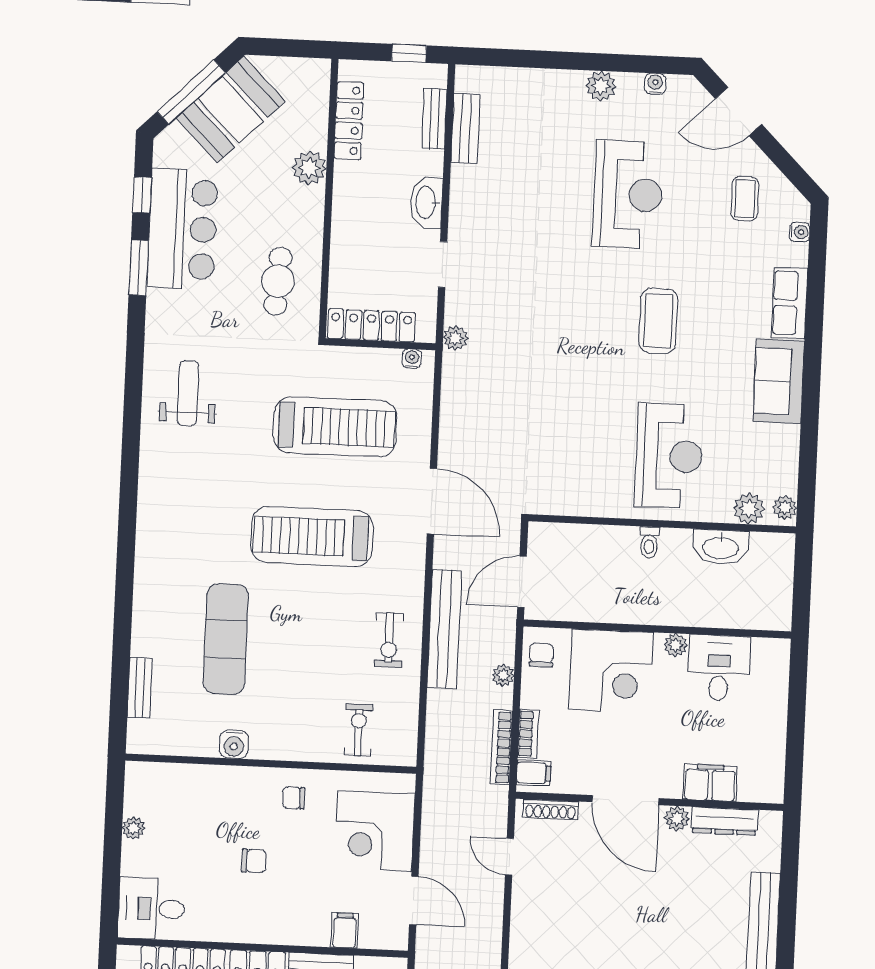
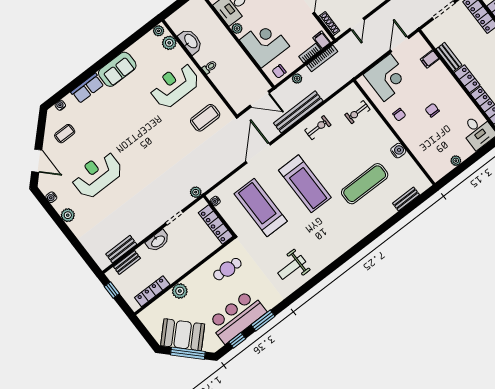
coffee table: (658, 321) -> (205, 118), moved

